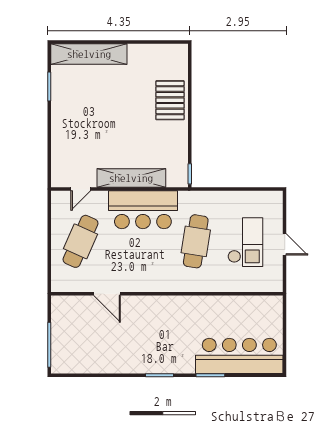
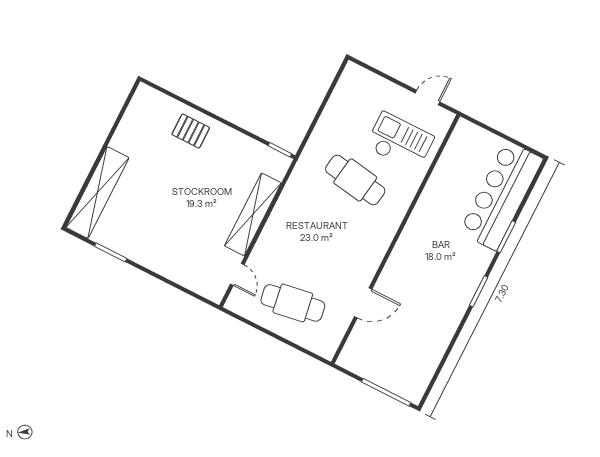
pallet: (170, 100) -> (191, 131), width x0.67, depth x0.71
bar counter: (143, 210) -> (293, 219), removed
cafe table: (81, 241) -> (293, 303), turned -33
checkout: (245, 242) -> (400, 142), moved
door: (285, 244) -> (428, 97), moved

